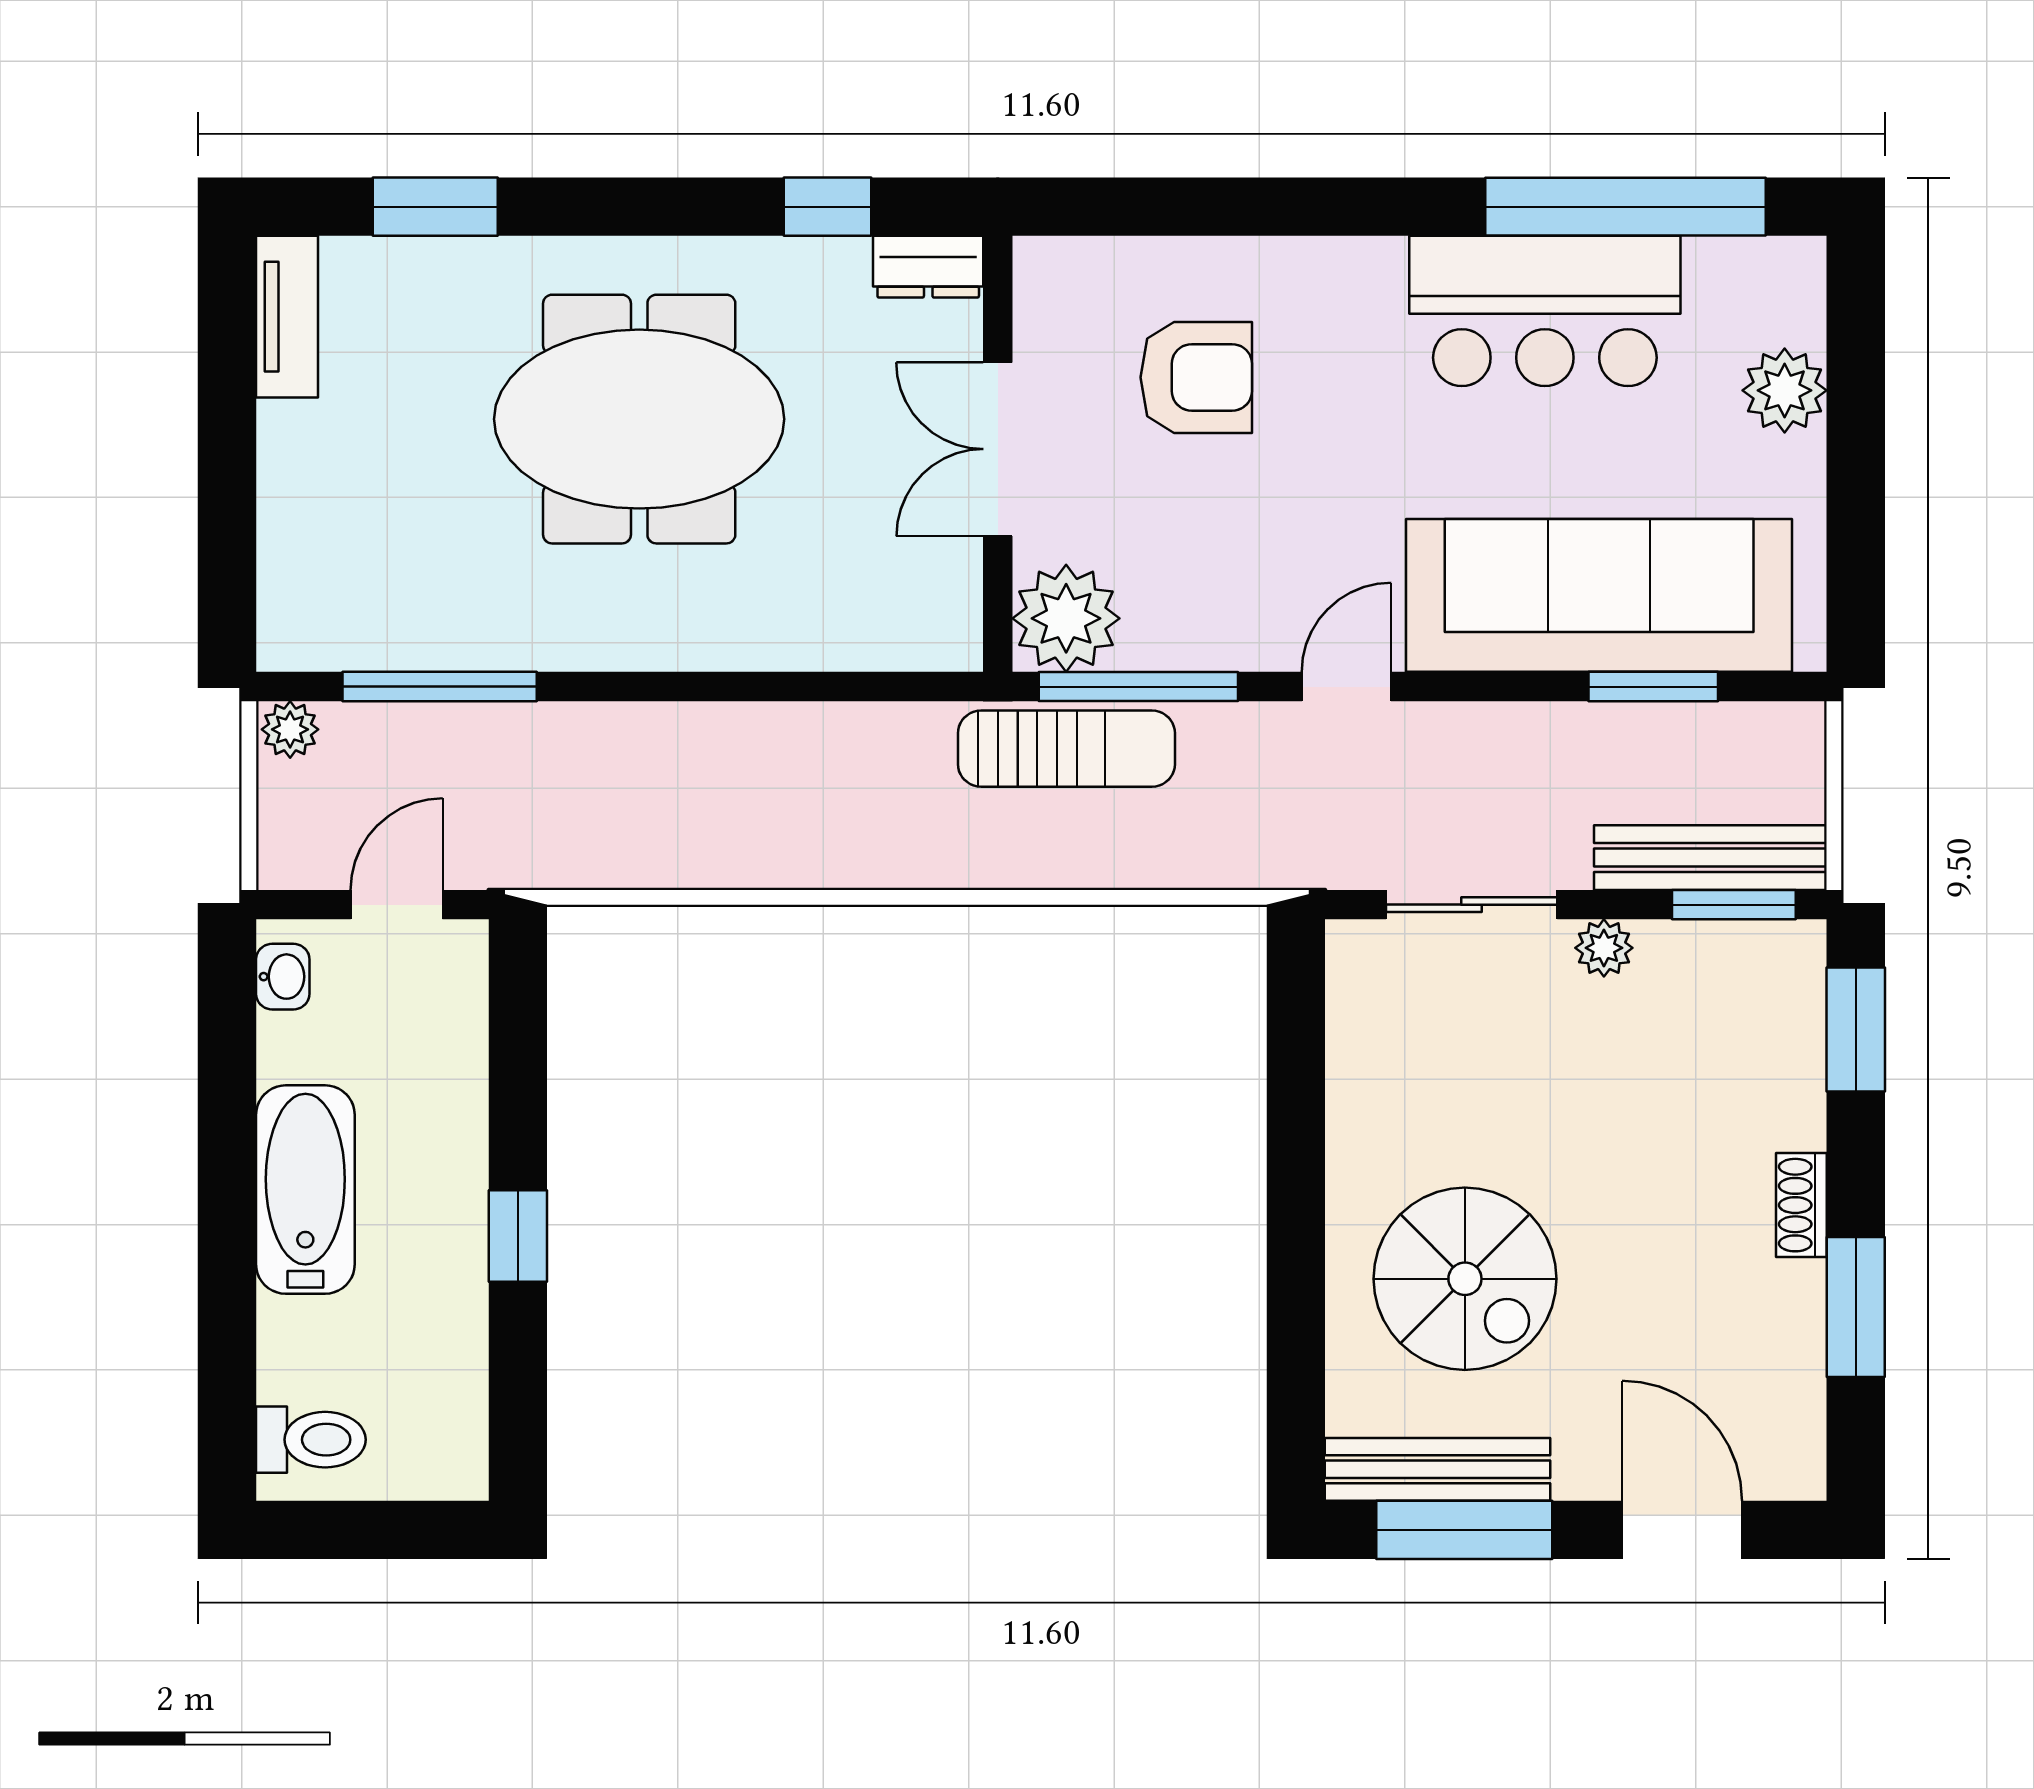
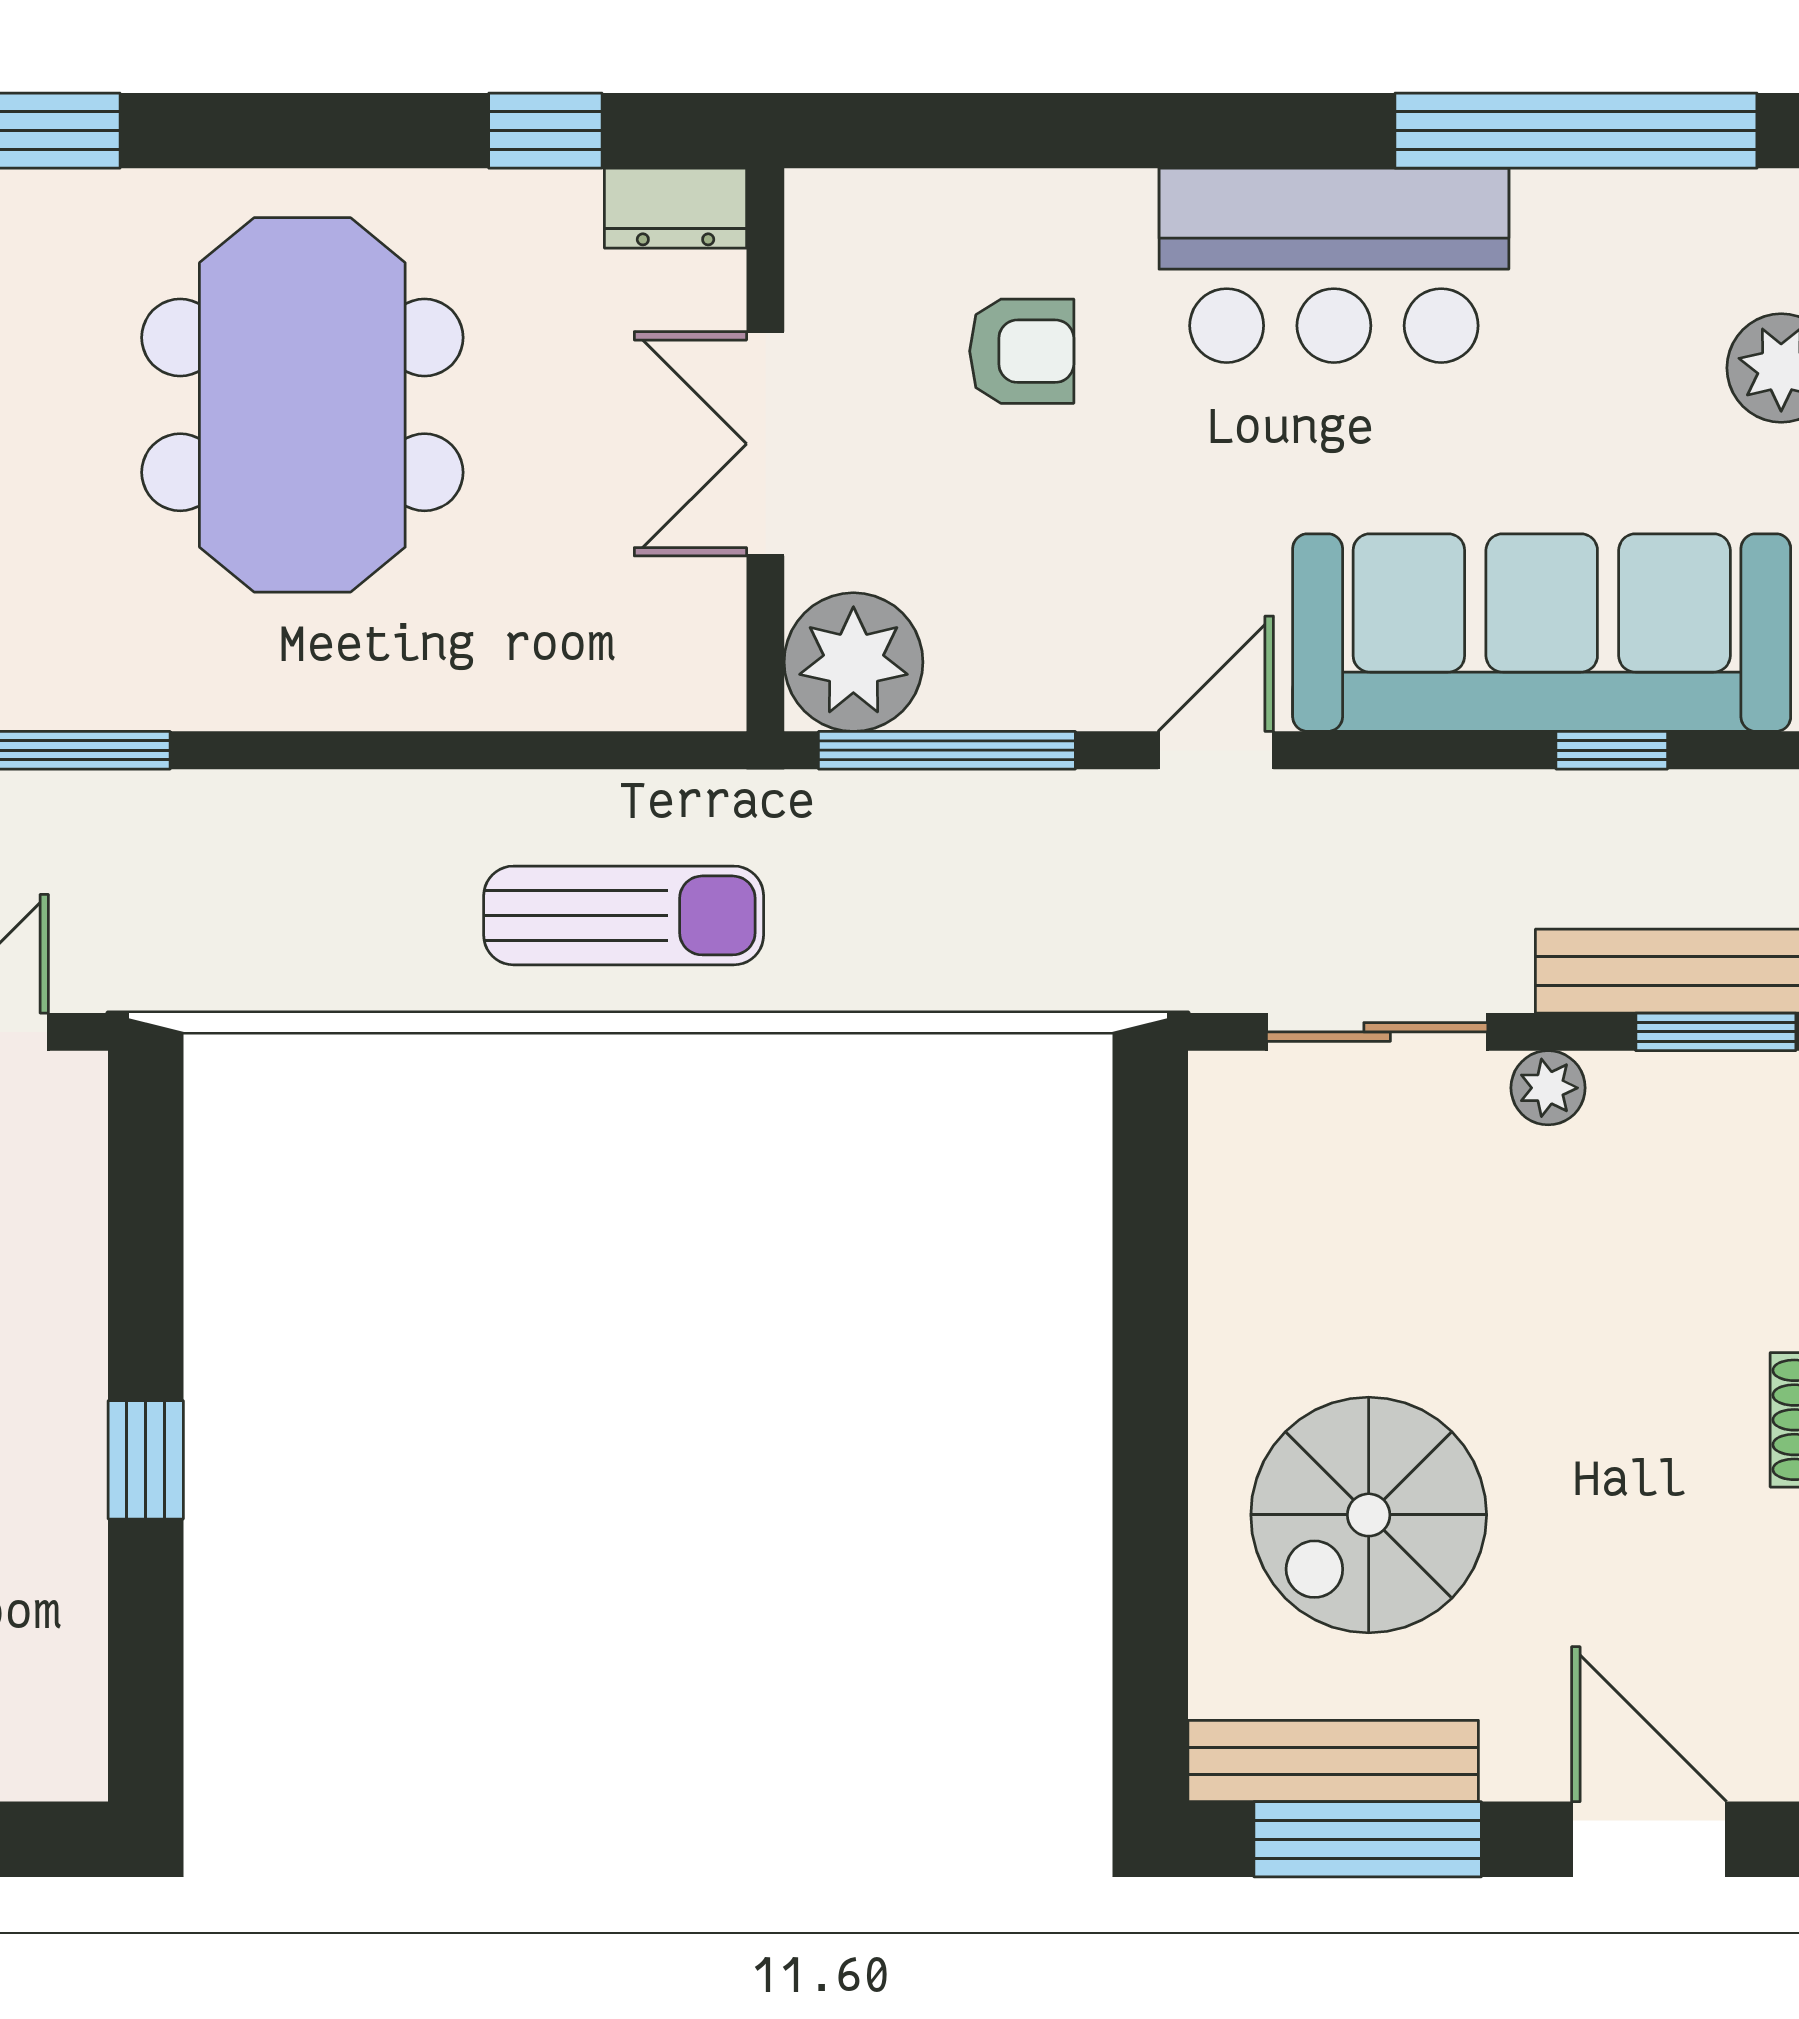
bar counter: (1545, 311) -> (1334, 265), moved
armchair: (1196, 377) -> (1022, 351), width x0.72, depth x0.72
meeting table: (639, 419) -> (302, 405), turned 90
window: (1653, 687) -> (1612, 750), width x0.67
sun lounger: (1066, 749) -> (624, 915), moved
spiral stairs: (1465, 1279) -> (1369, 1515), turned 90

